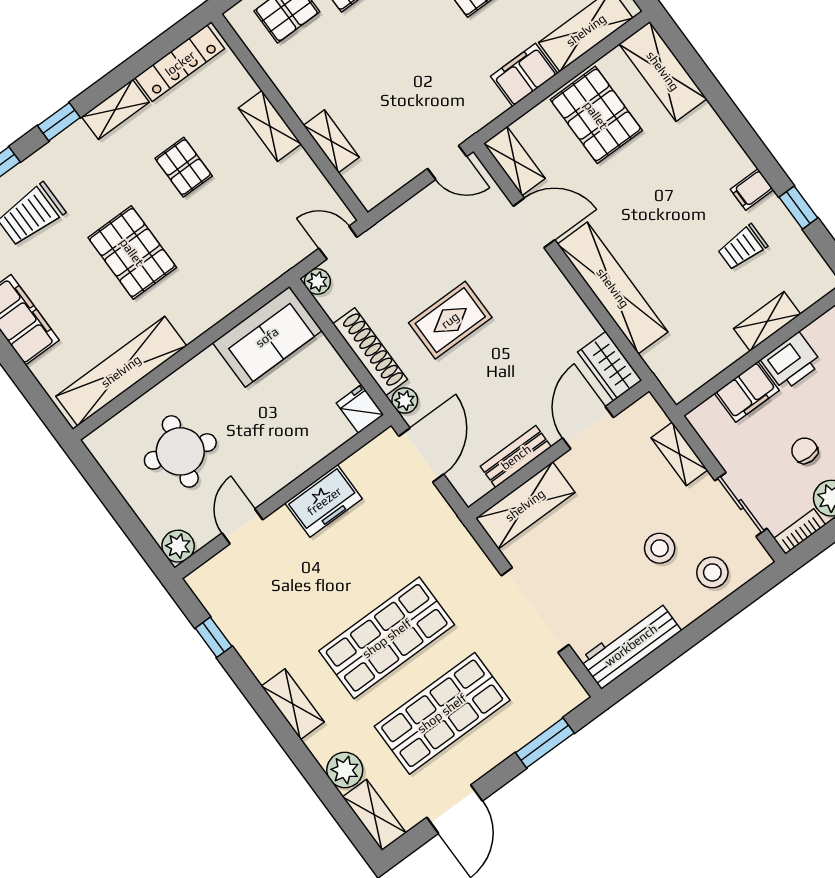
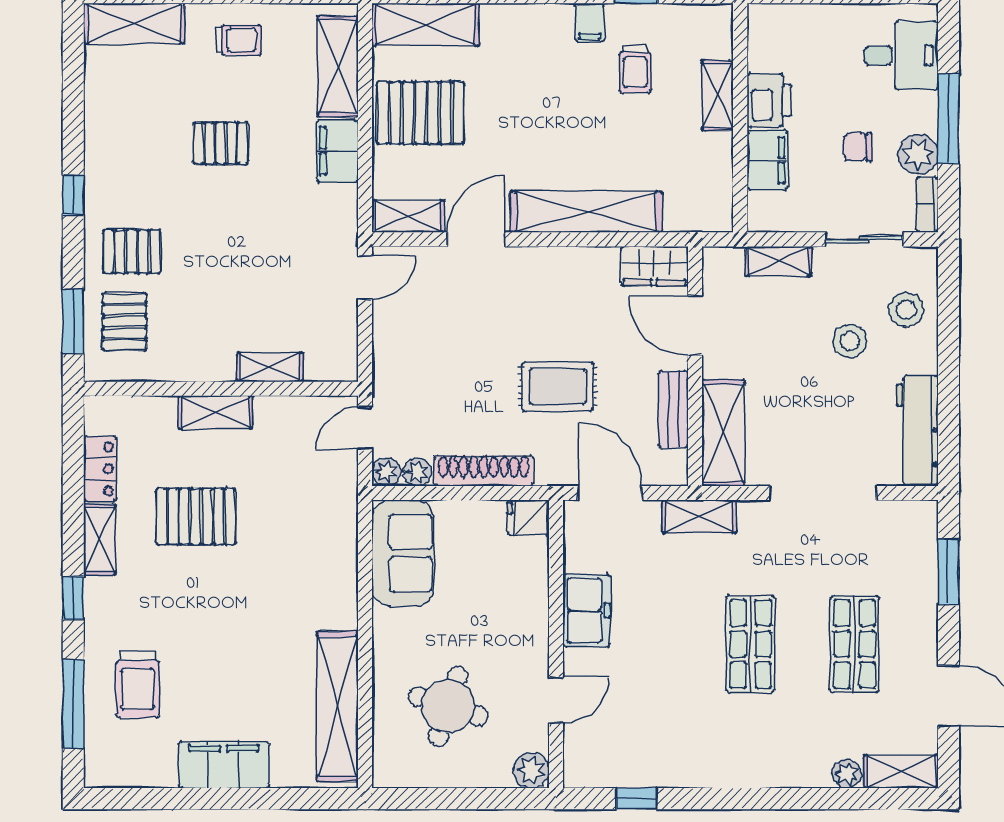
locker: (180, 63) -> (100, 469), width x0.66
pallet: (184, 167) -> (196, 516), width x1.50, depth x1.42
pallet: (132, 252) -> (238, 618), removed
rug: (450, 320) -> (558, 387), moved, turned 90
plant: (405, 401) -> (417, 472), moved
door: (242, 526) -> (556, 700), swing flipped
shop shelf: (387, 638) -> (751, 644), width x0.70, depth x0.74
shelving: (293, 704) -> (700, 516), moved
shop shelf: (442, 713) -> (855, 644), width x0.70, depth x0.74
plant: (345, 770) -> (847, 774), width x0.73, depth x0.73

